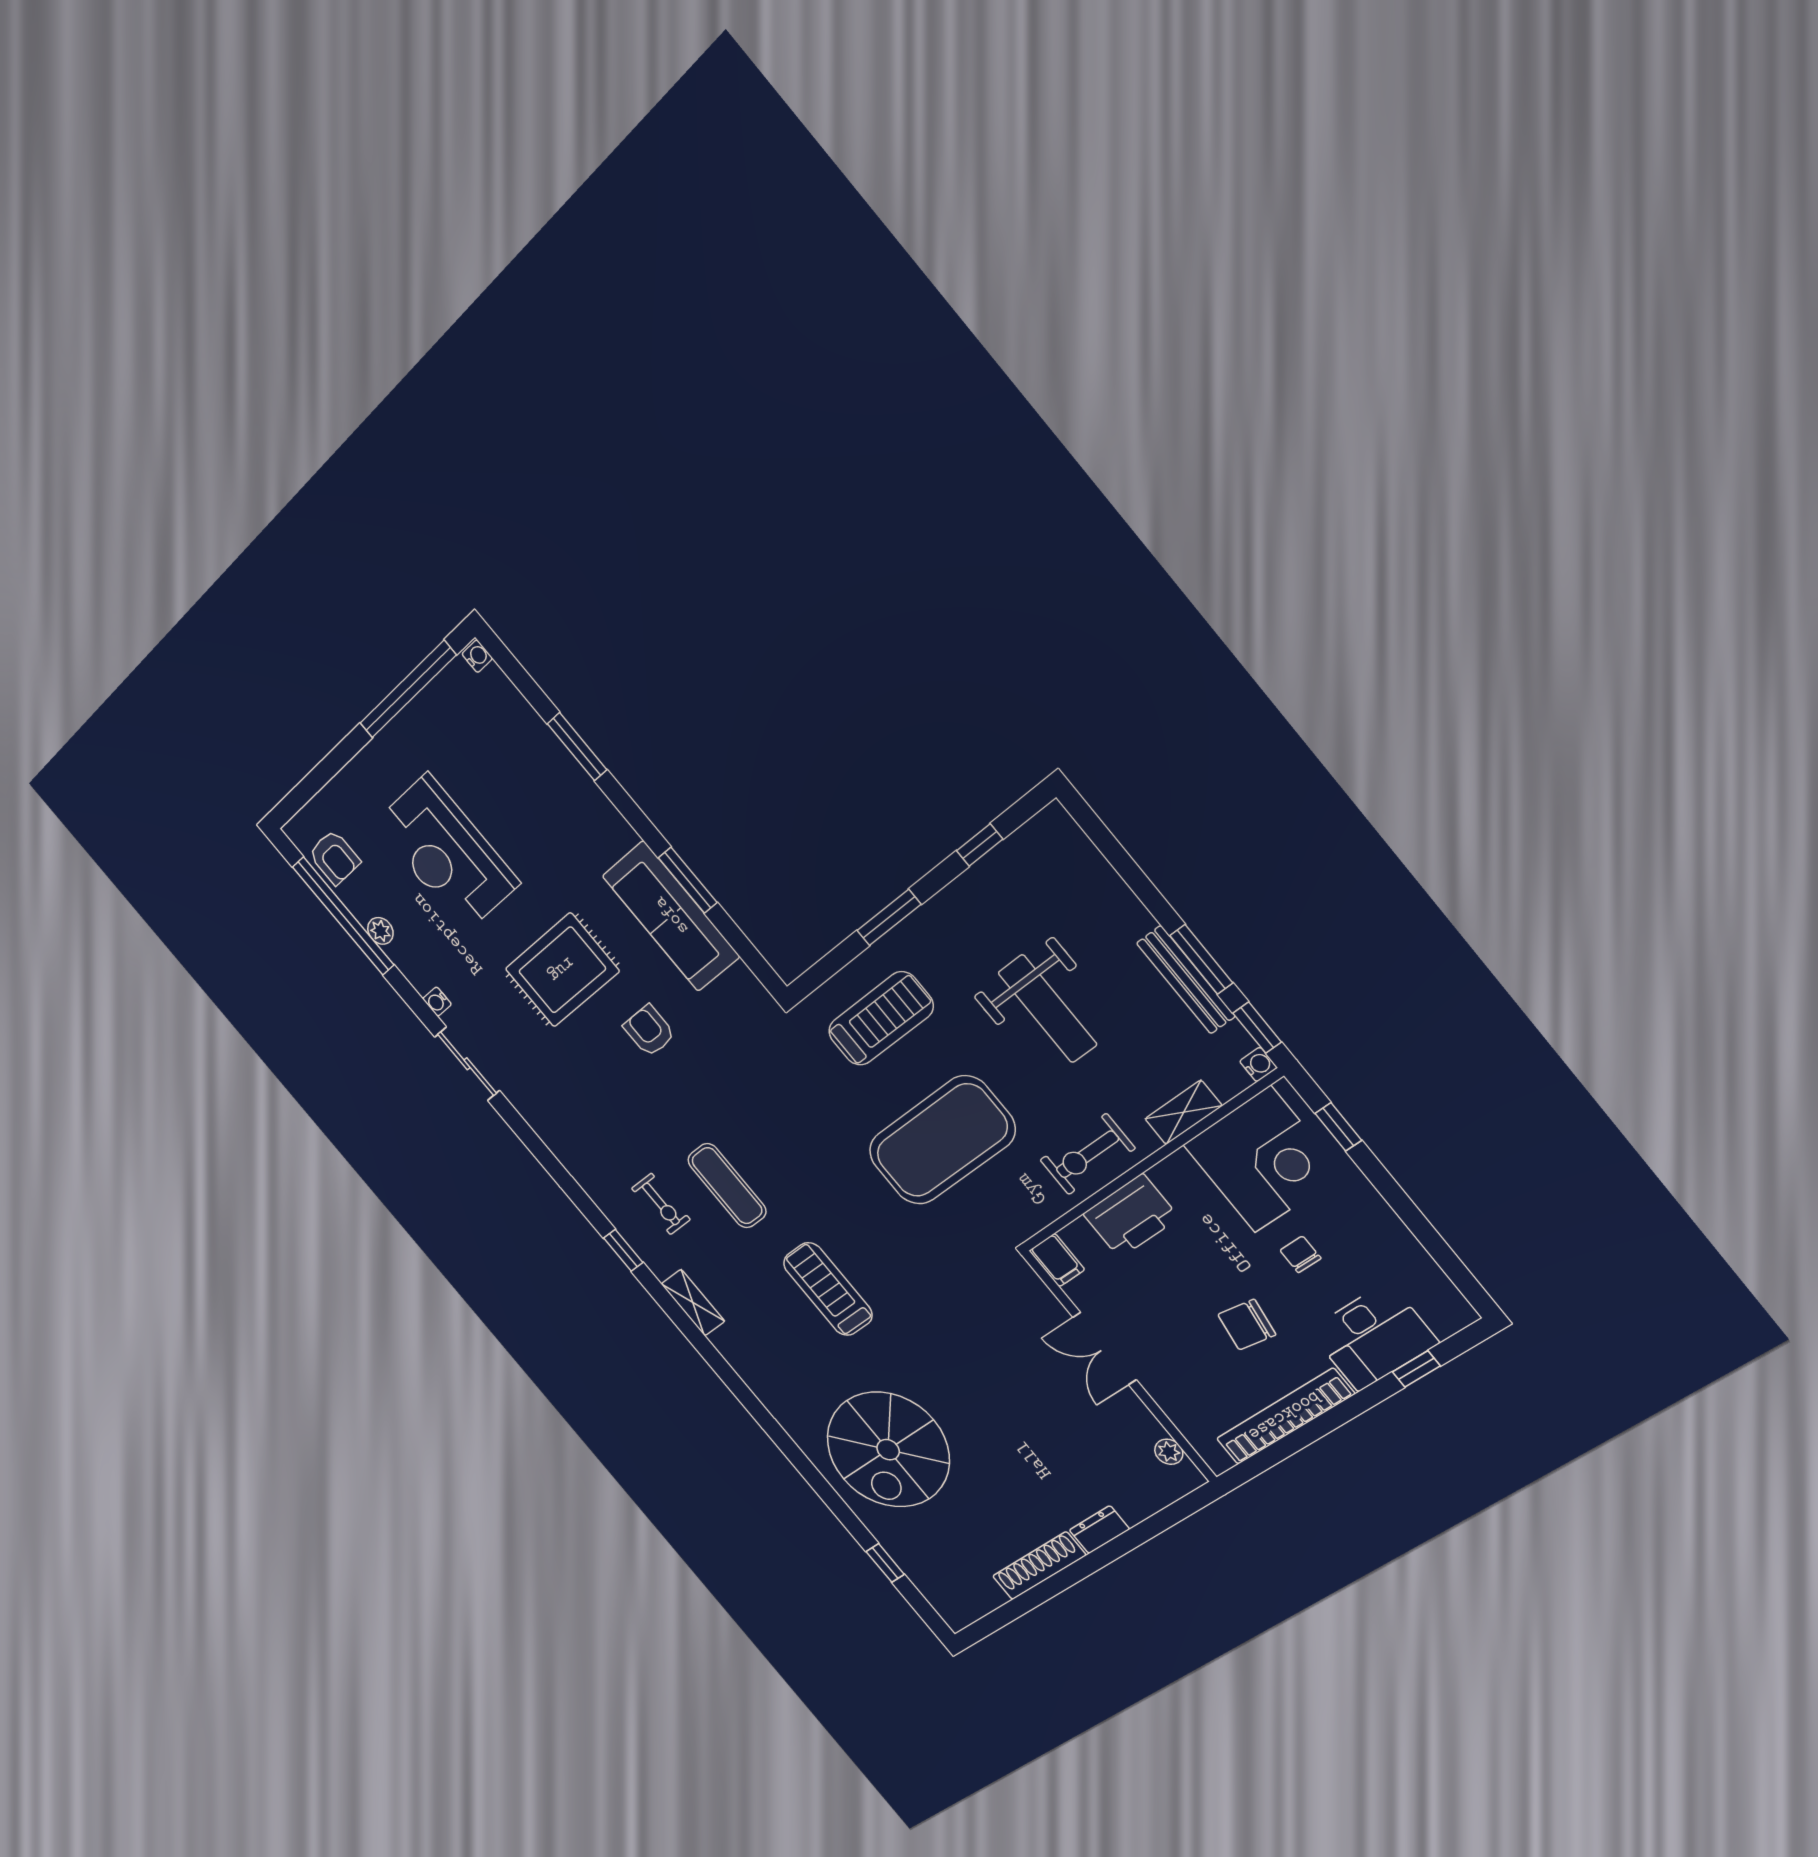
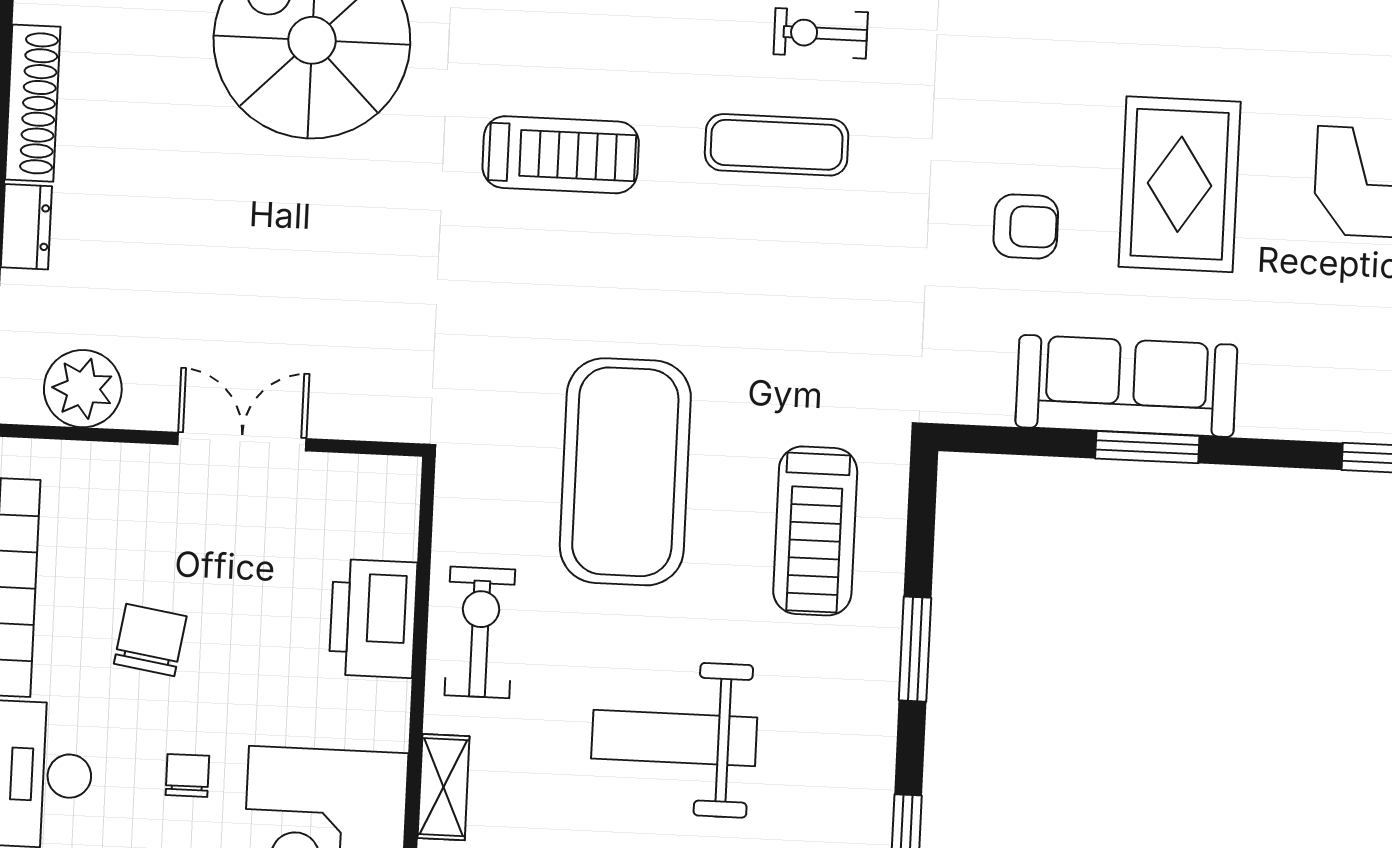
chair: (1300, 1254) -> (187, 775), turned -90
filing cabinet: (1057, 1260) -> (387, 481), removed
plant: (1169, 1452) -> (83, 389), width x1.88, depth x1.88

